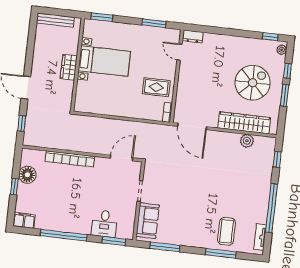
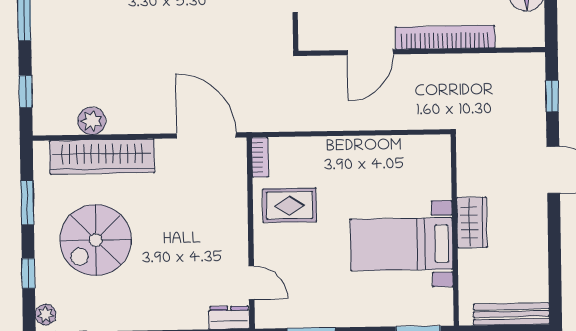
window: (285, 95) -> (27, 203), moved
door: (122, 158) -> (370, 52), moved

